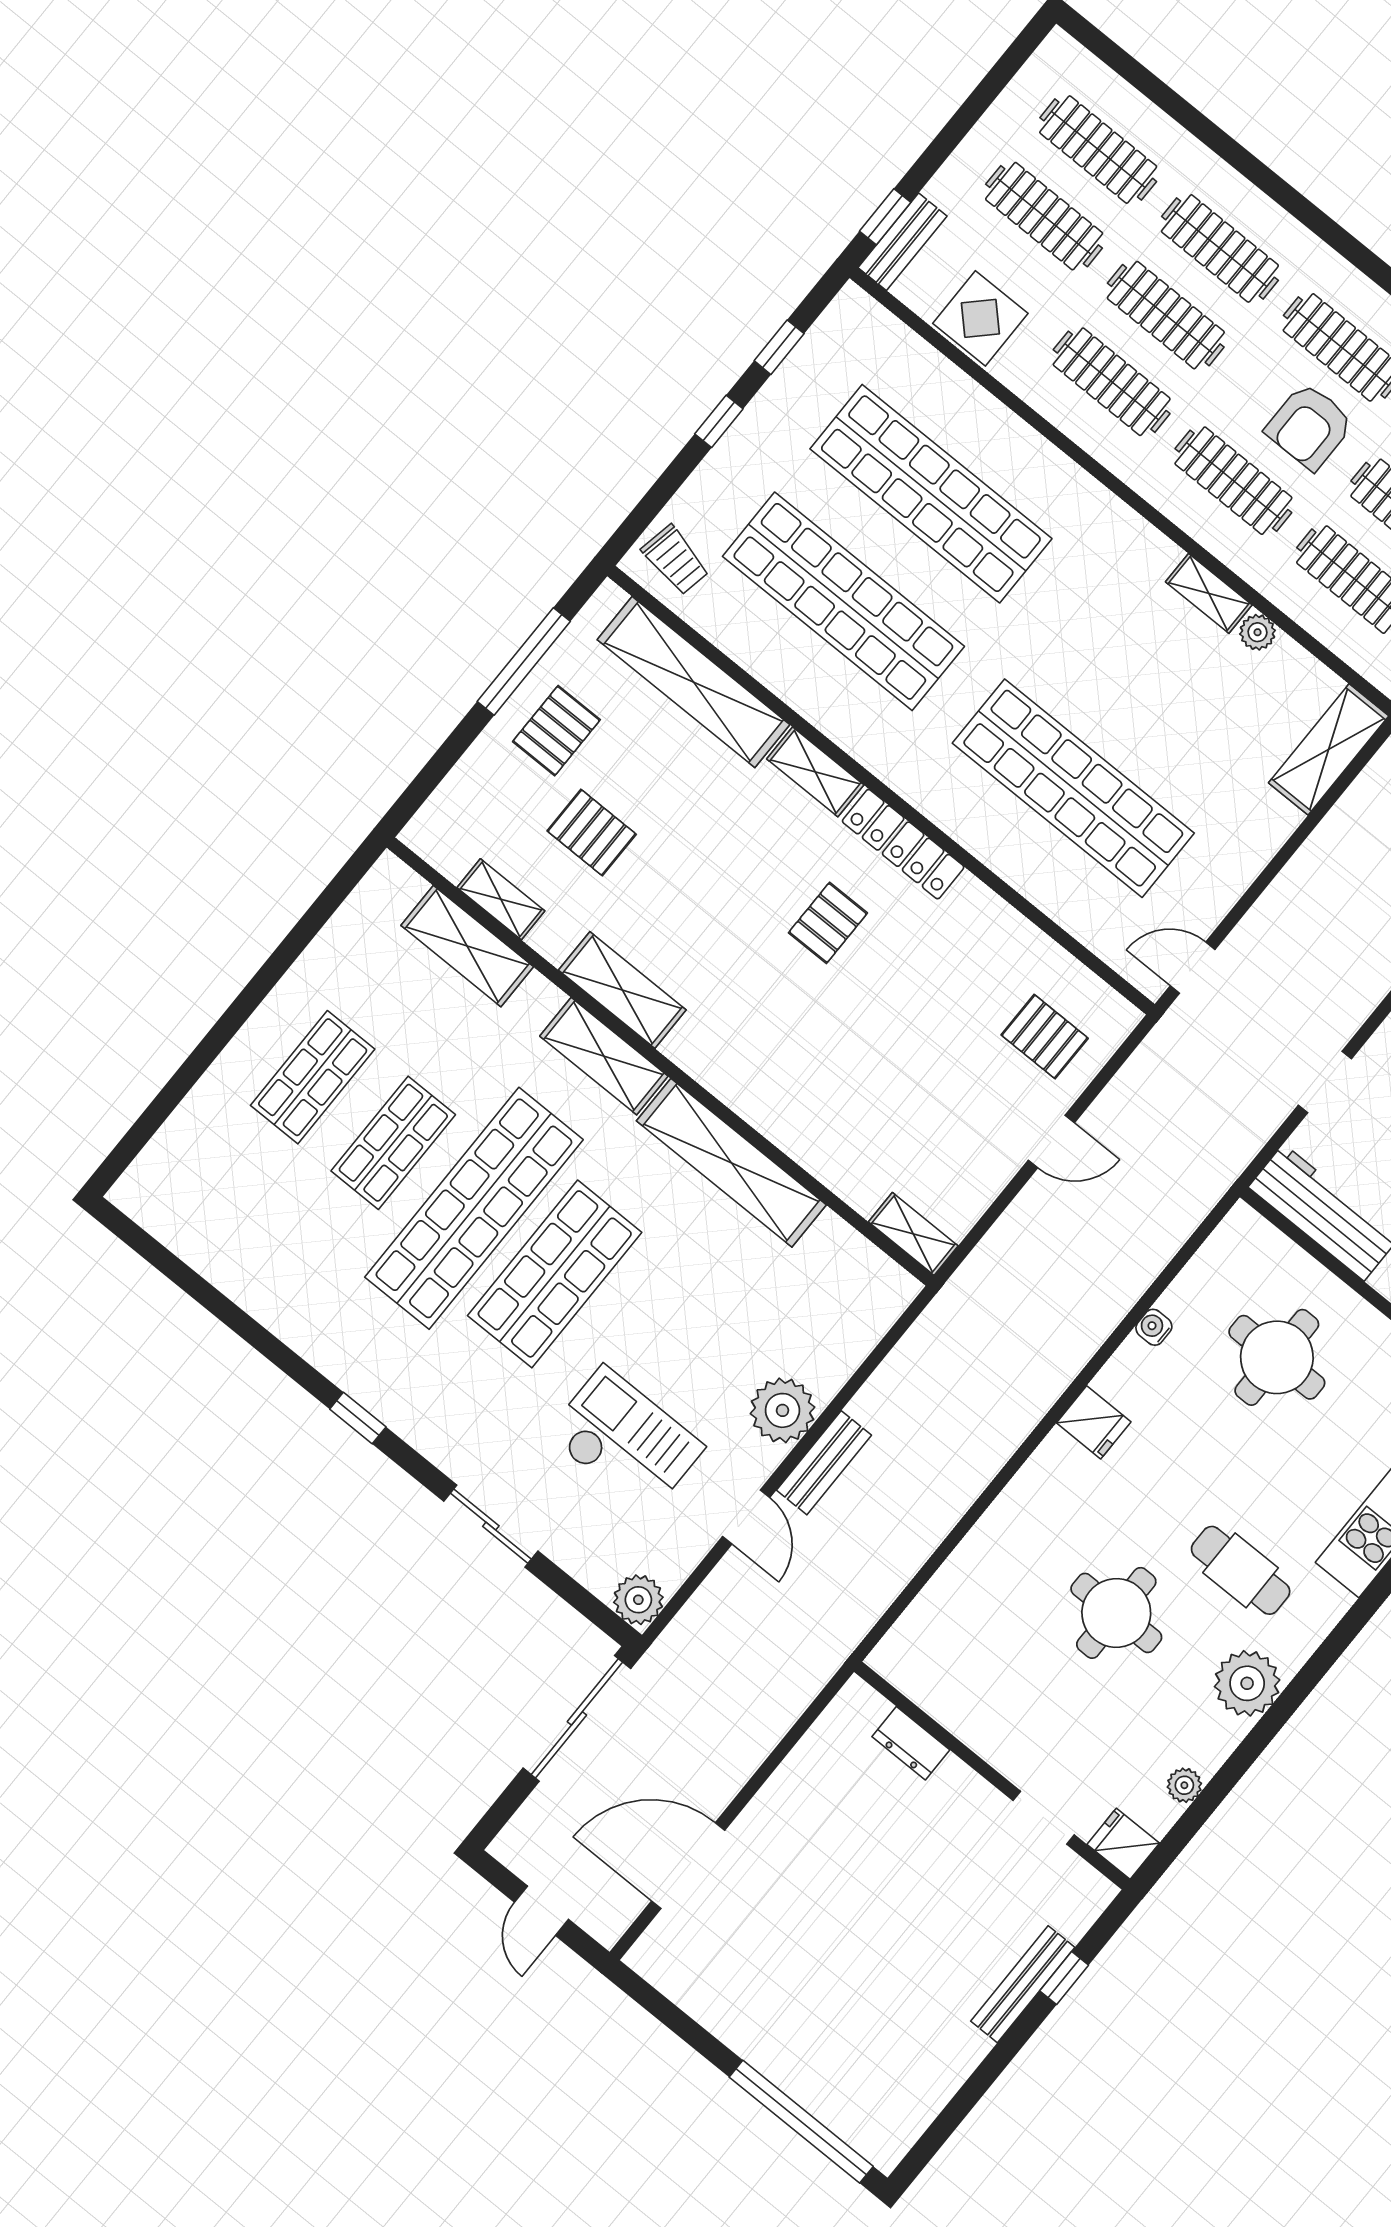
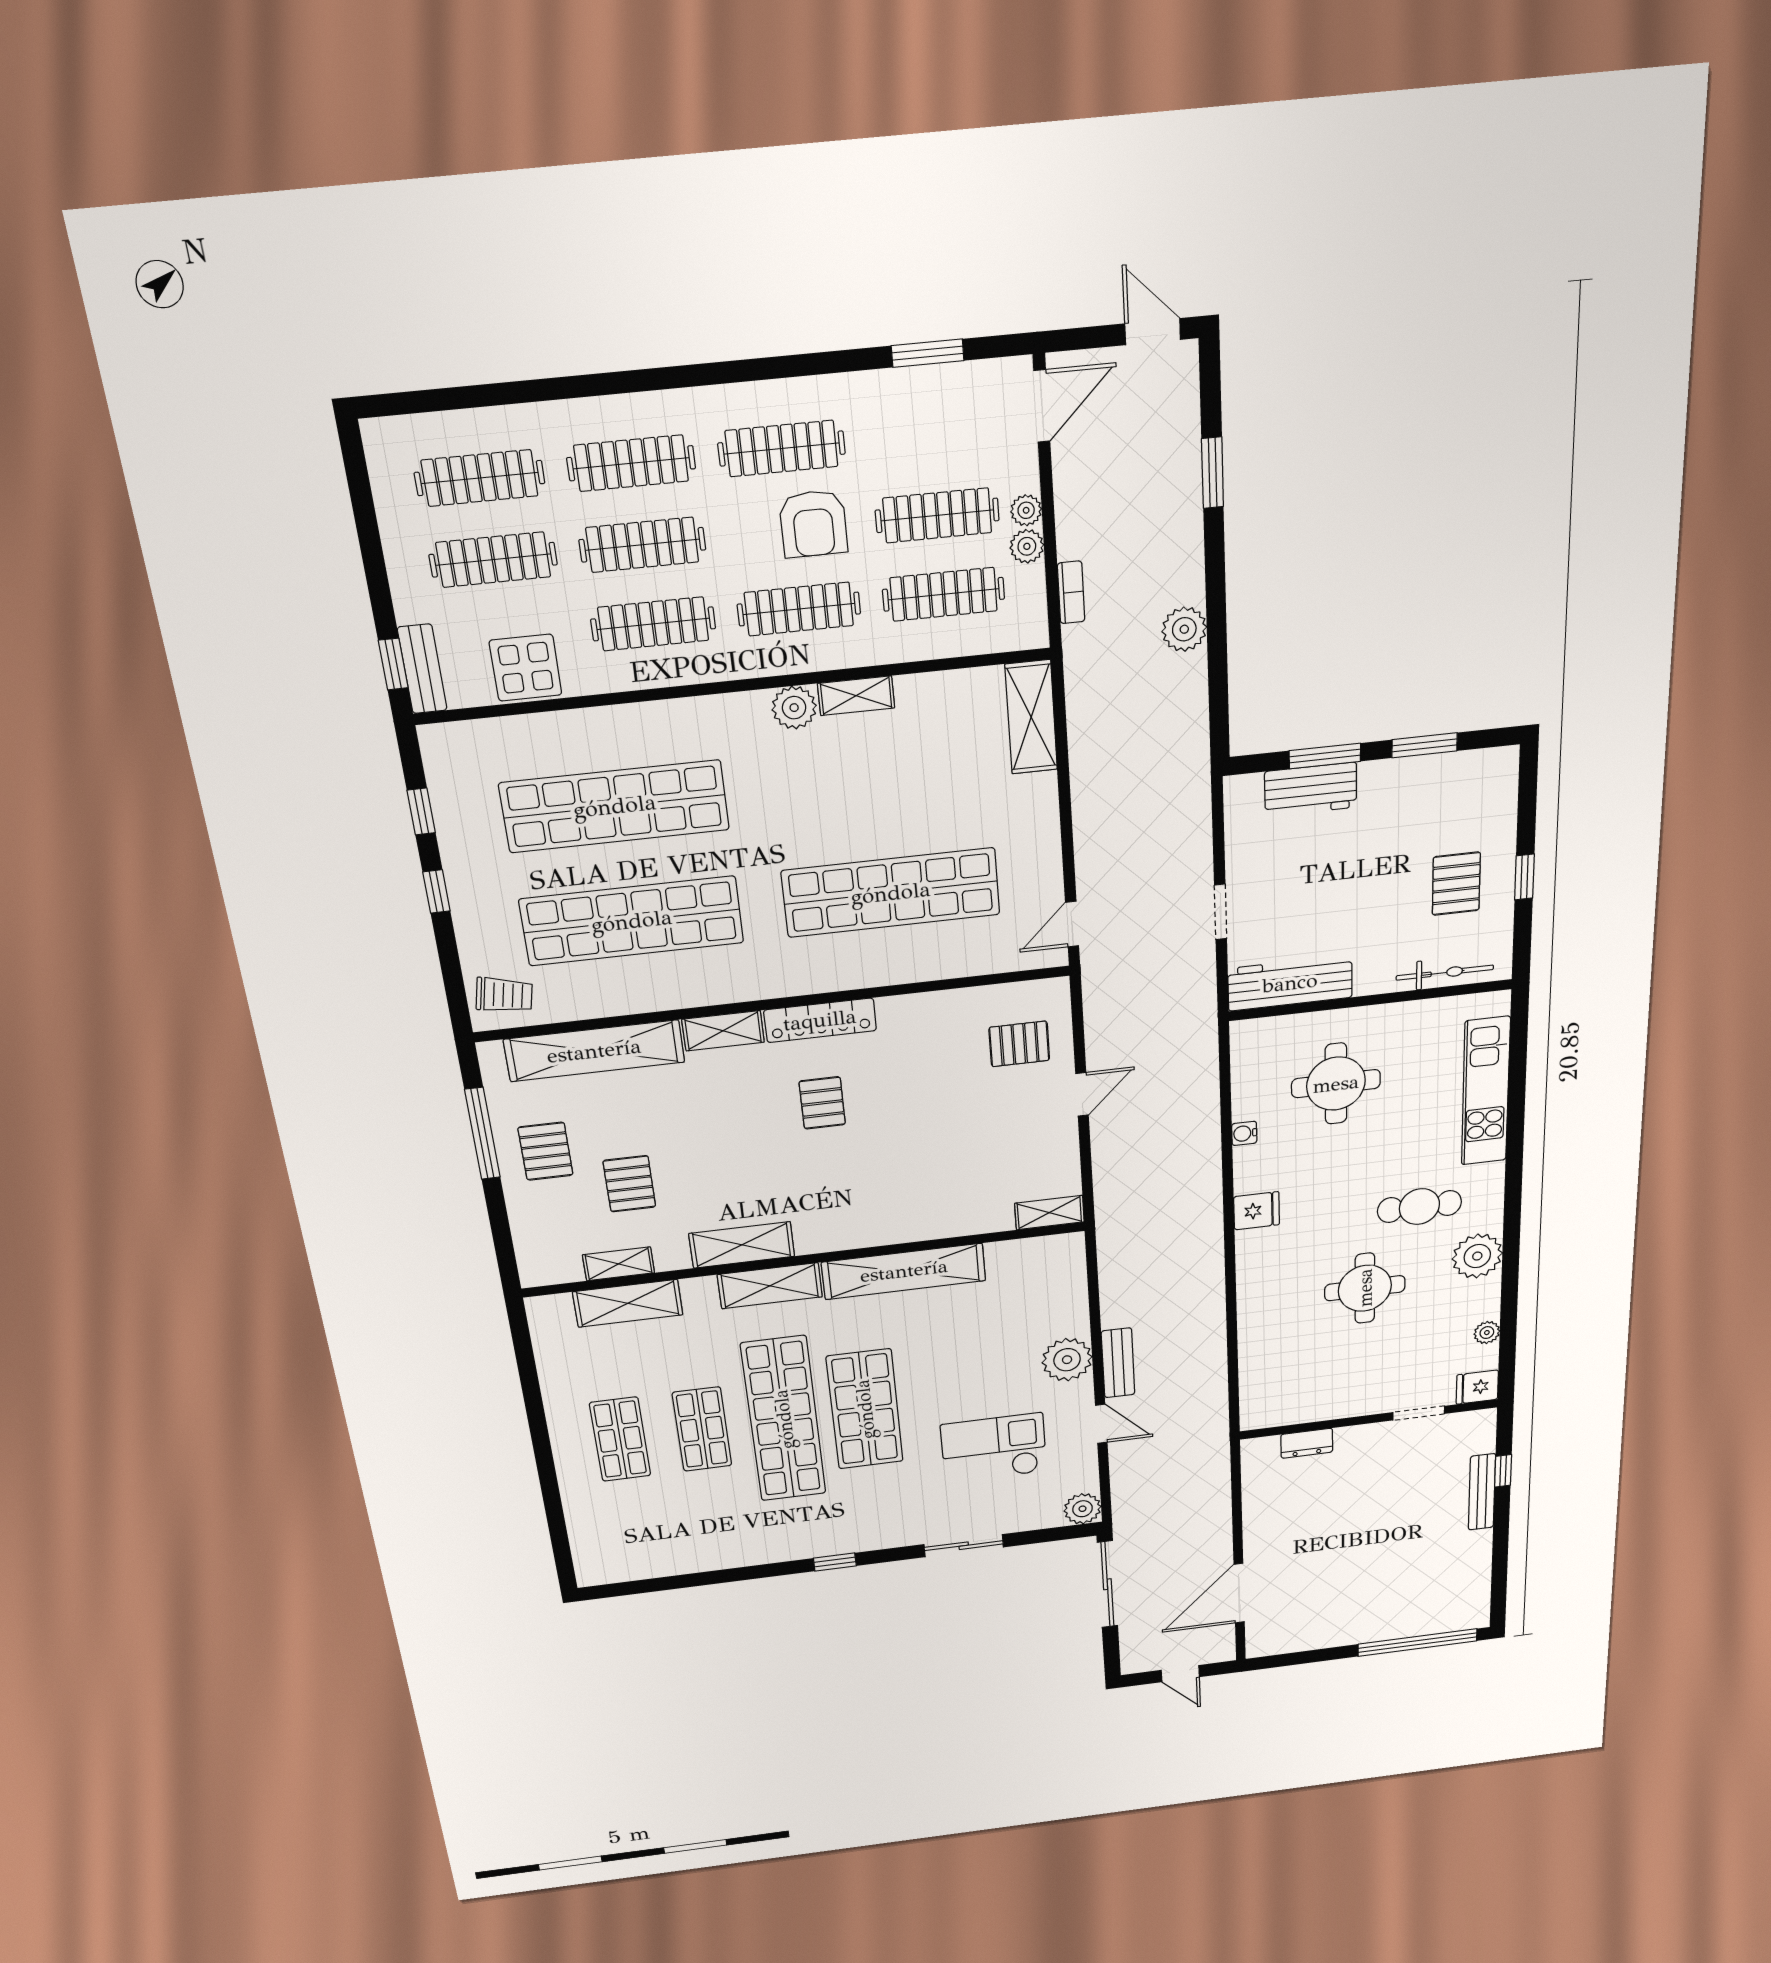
plant: (1258, 632) -> (794, 708), moved, width x1.38, depth x1.38
pallet: (592, 833) -> (629, 1184), turned 90

